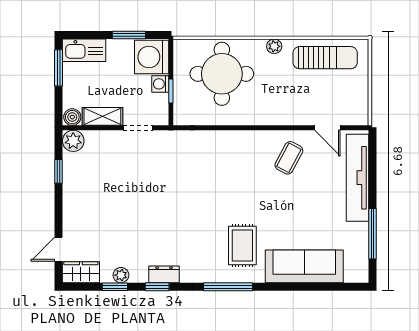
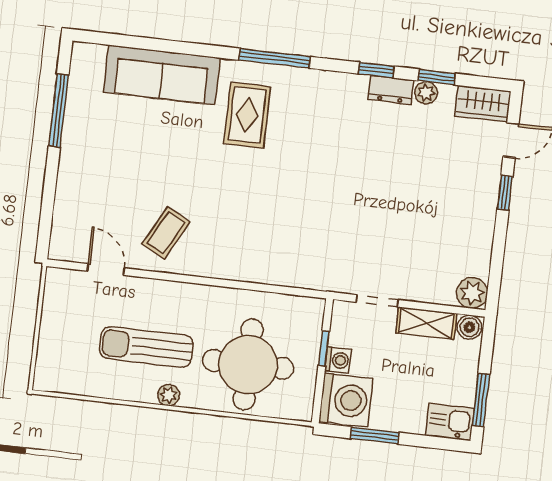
kitchen sink: (84, 50) -> (450, 422), width x0.73
sun lounger: (325, 58) -> (146, 347), moved
window: (59, 171) -> (505, 193), moved
tv unit: (358, 178) -> (71, 193), removed
dresser: (164, 274) -> (391, 90), moved

